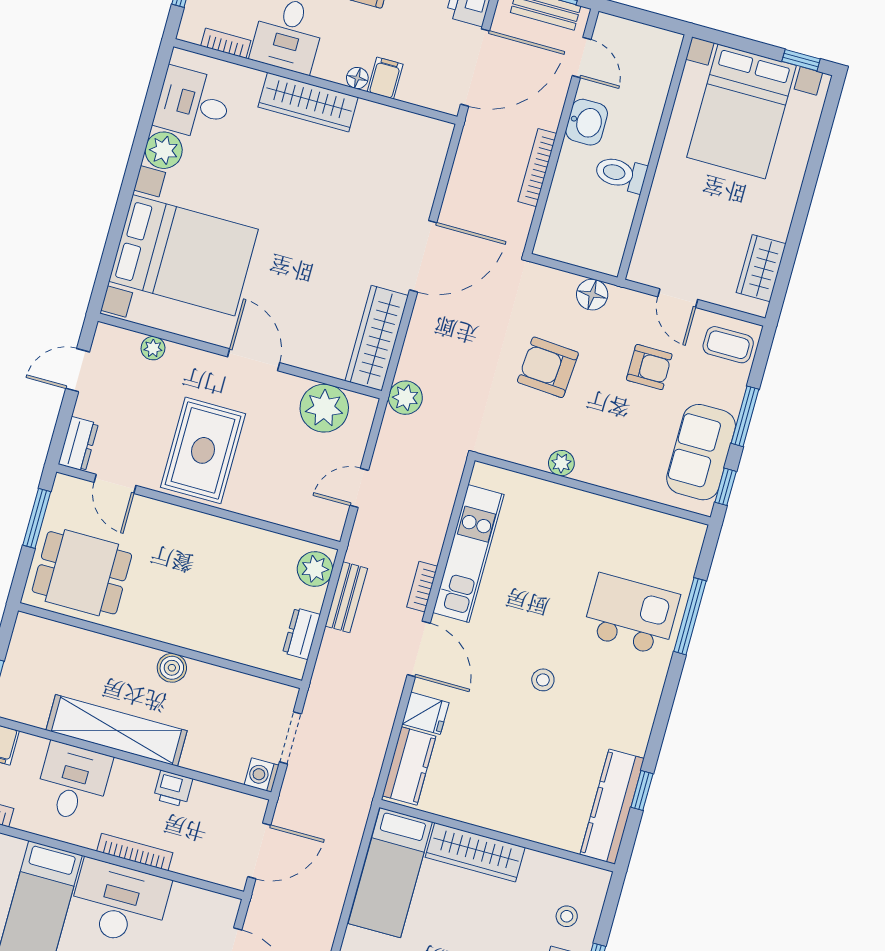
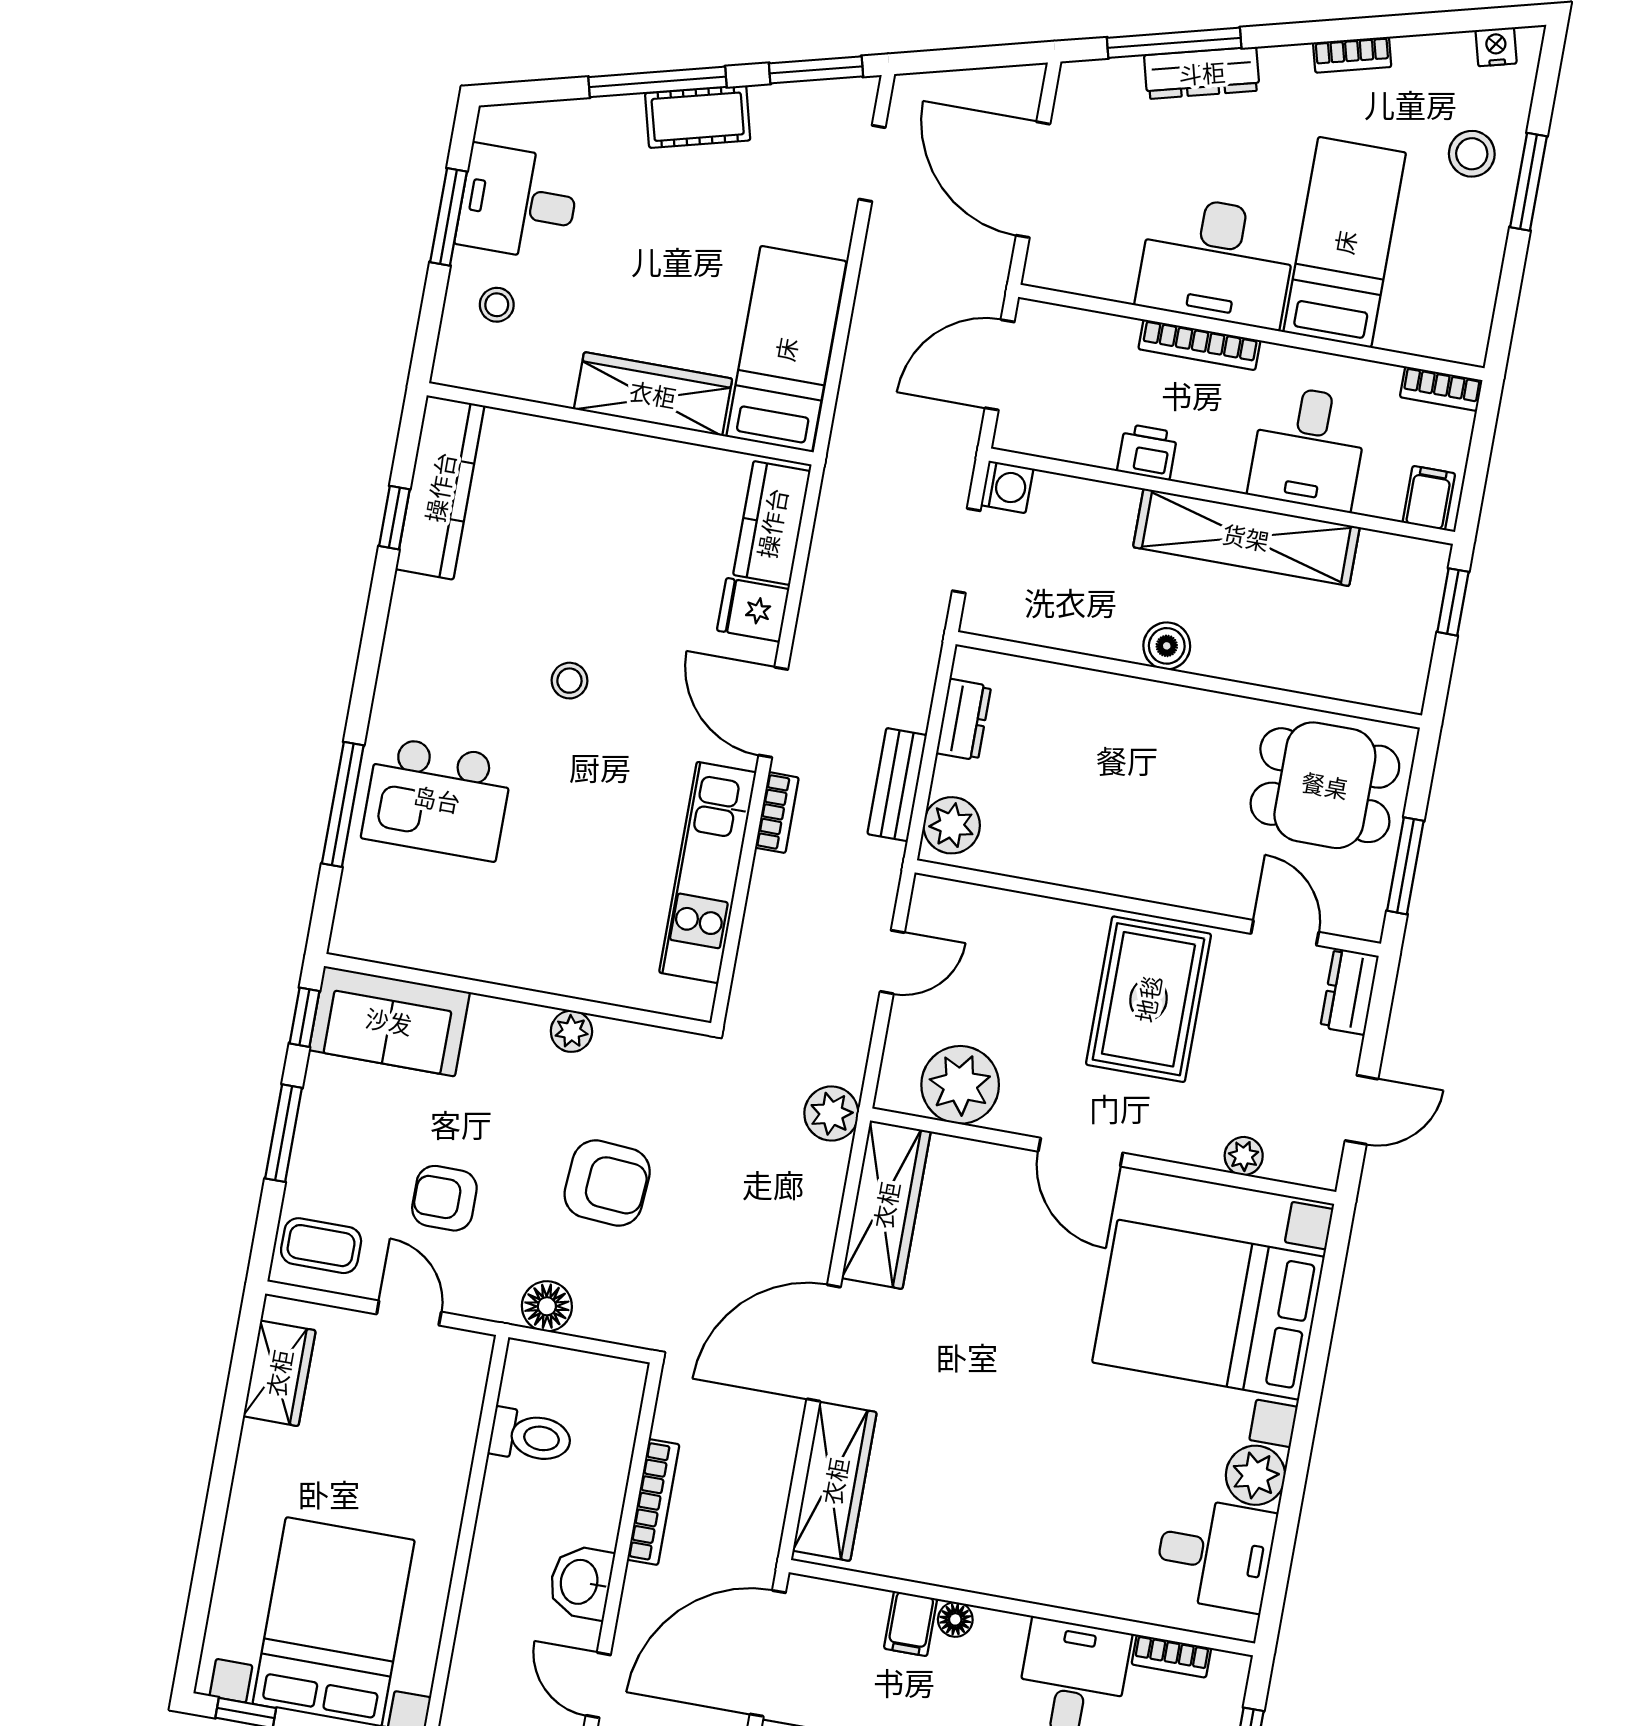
wardrobe: (308, 102) -> (835, 1481), moved, turned 90
toilet: (621, 174) -> (531, 1436), moved
sofa: (701, 452) -> (389, 1021), moved, turned 90

